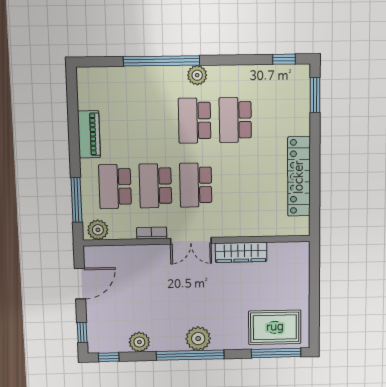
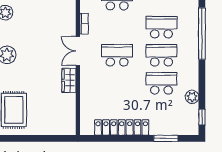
plant: (197, 75) -> (192, 97), moved
window: (315, 95) -> (166, 138), moved
school desk: (155, 186) -> (161, 27), moved
wardrobe: (241, 252) -> (69, 80), width x0.67

